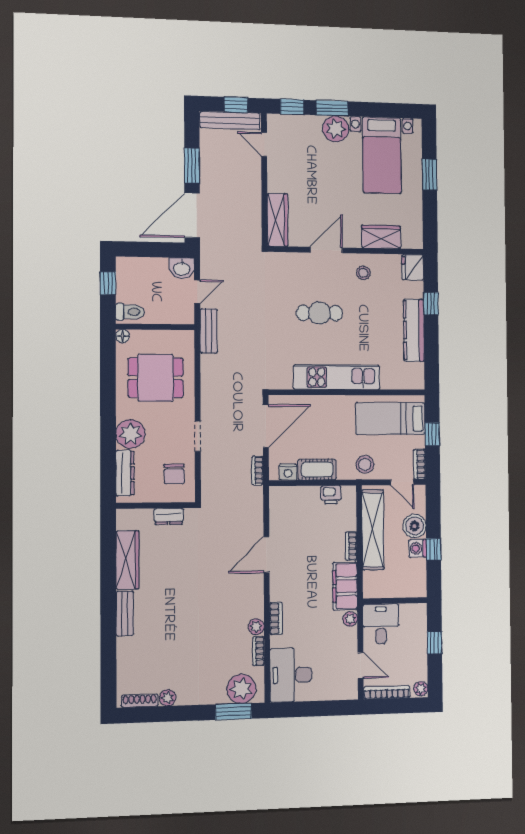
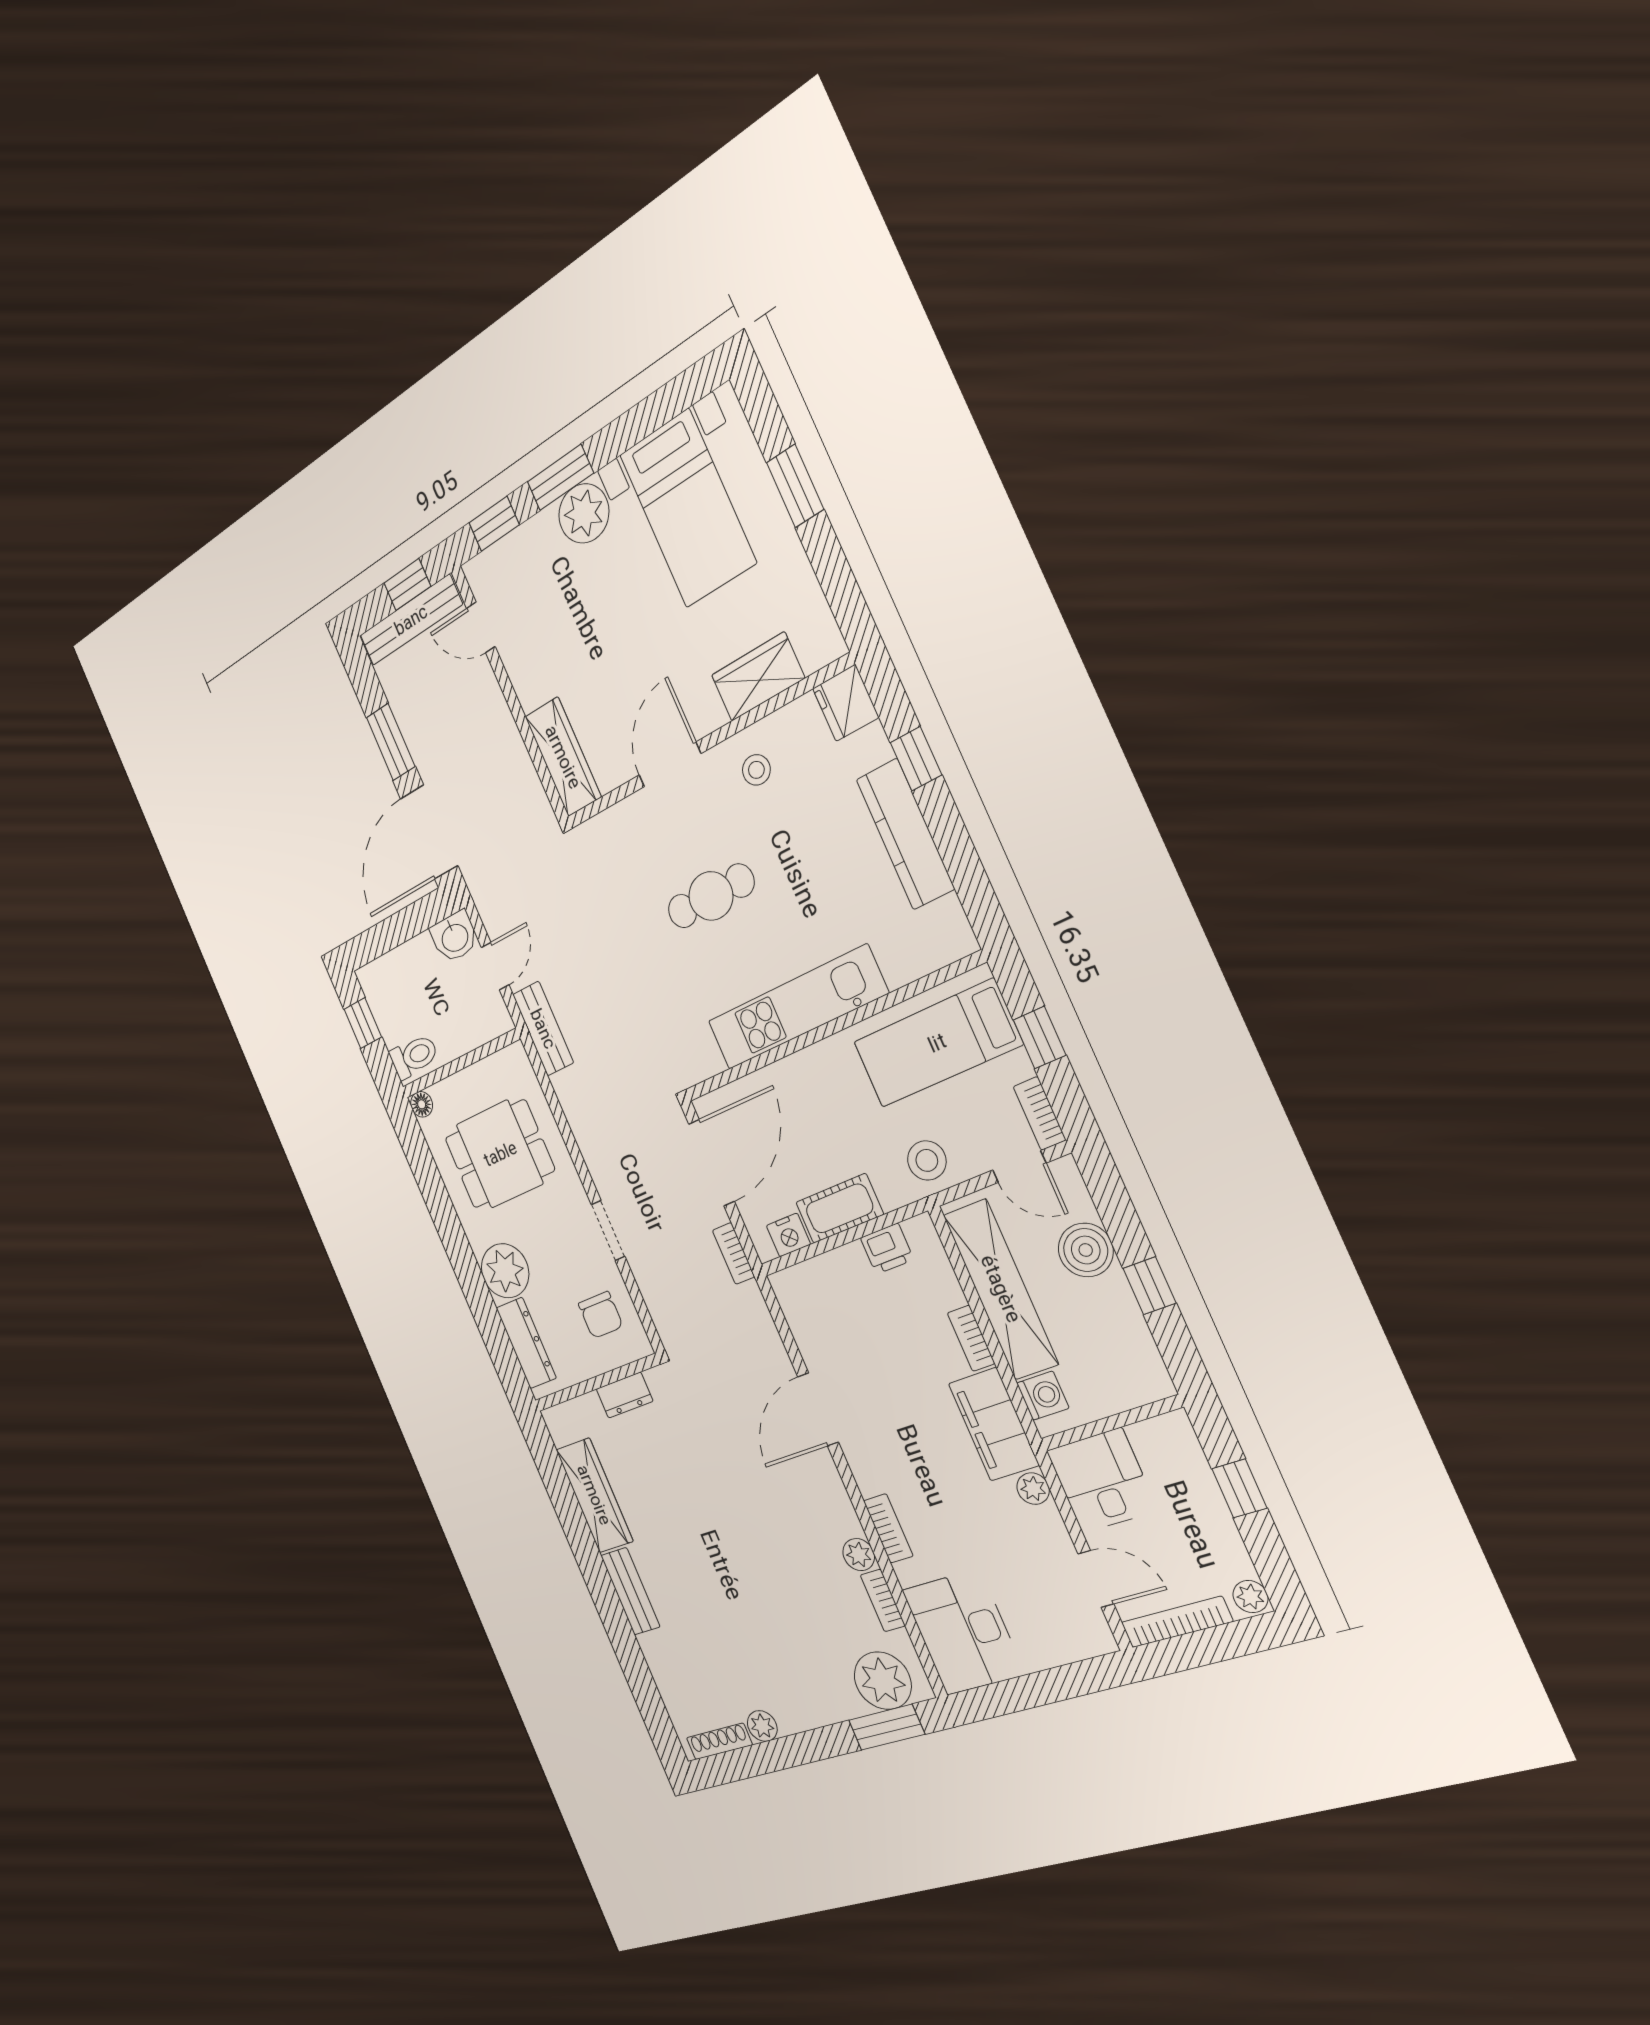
washing machine: (418, 548) -> (1043, 1396), moved, turned 180

